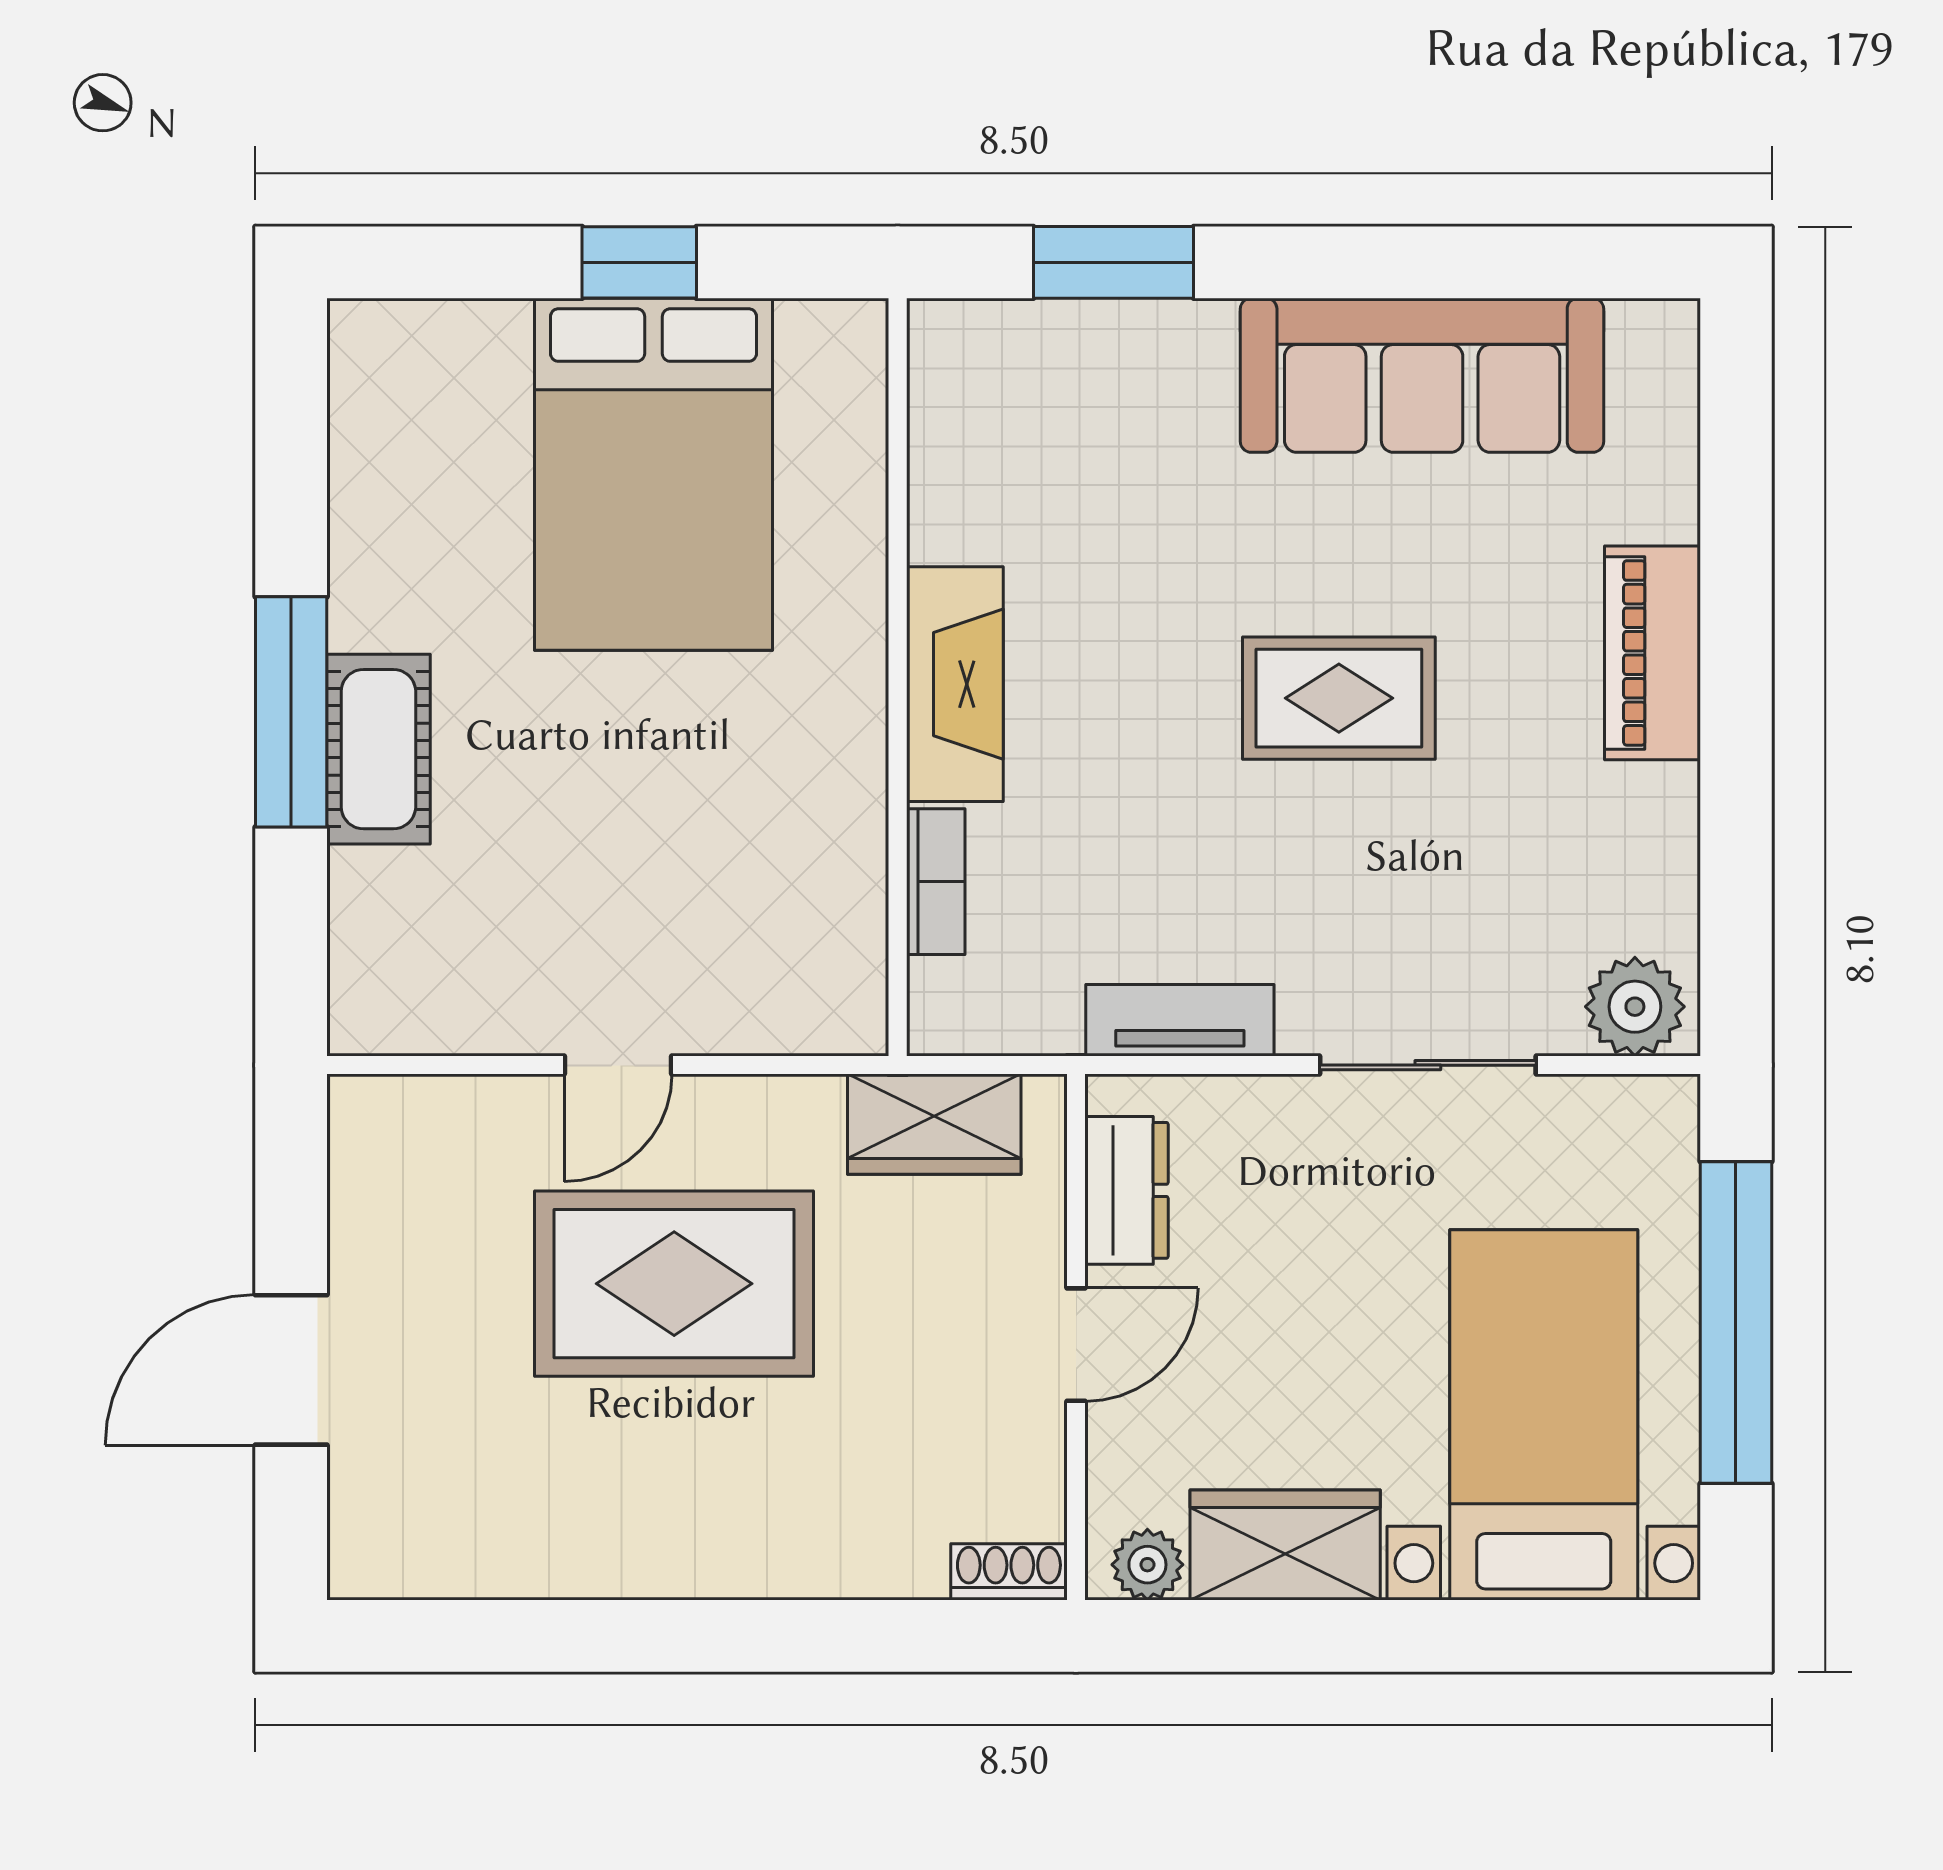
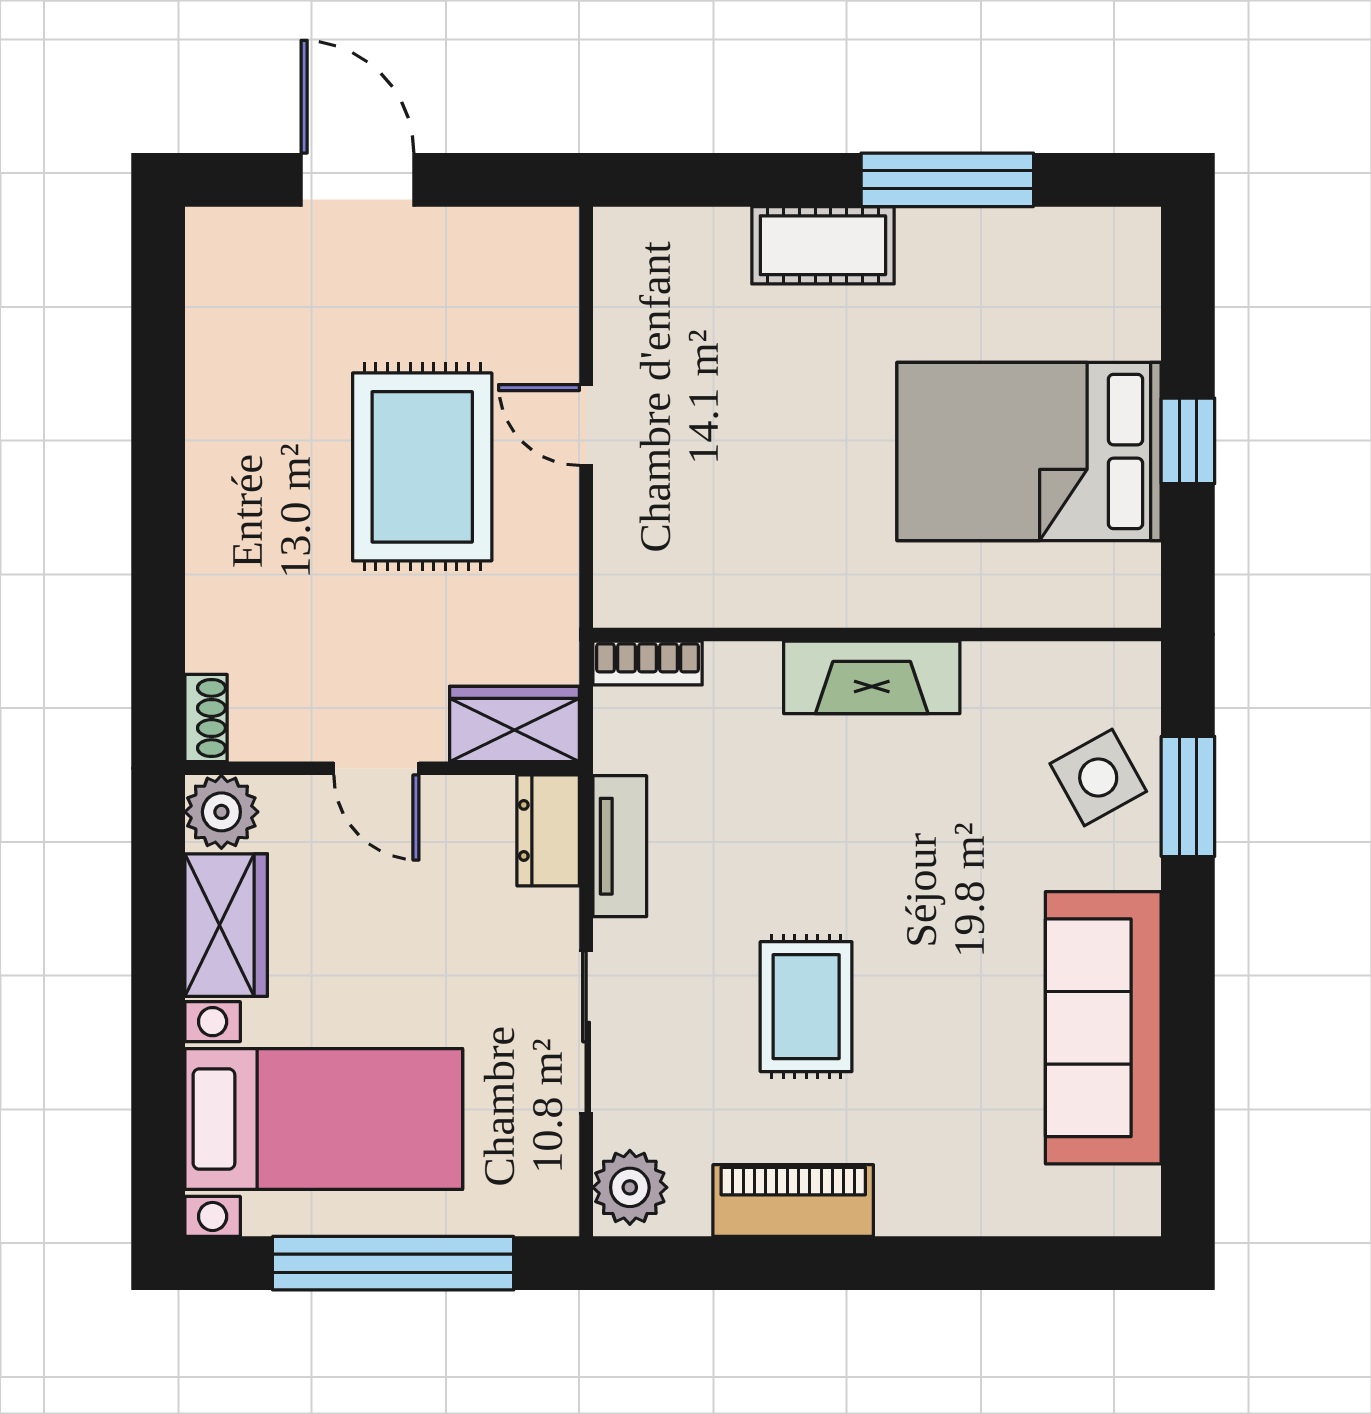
side table: (1088, 382) -> (1098, 777), added
piano: (1652, 653) -> (793, 1201), moved
rug: (1339, 698) -> (806, 1007), moved
window: (291, 712) -> (947, 180), moved
bookcase: (936, 882) -> (647, 663), moved
wardrobe: (934, 1124) -> (514, 724), moved, turned 90
dresser: (1126, 1190) -> (548, 830), moved, turned 90
plant: (1147, 1565) -> (221, 812), width x1.38, depth x1.38

